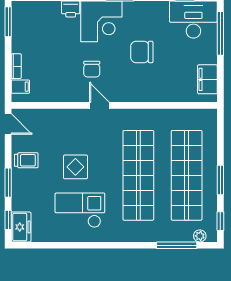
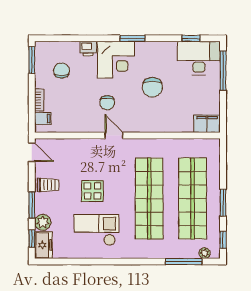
chair: (41, 33) -> (61, 71), added
chair: (142, 52) -> (152, 87), turned -90
filing cabinet: (207, 79) -> (207, 124), moved, turned 90
plant: (20, 202) -> (43, 222), added

